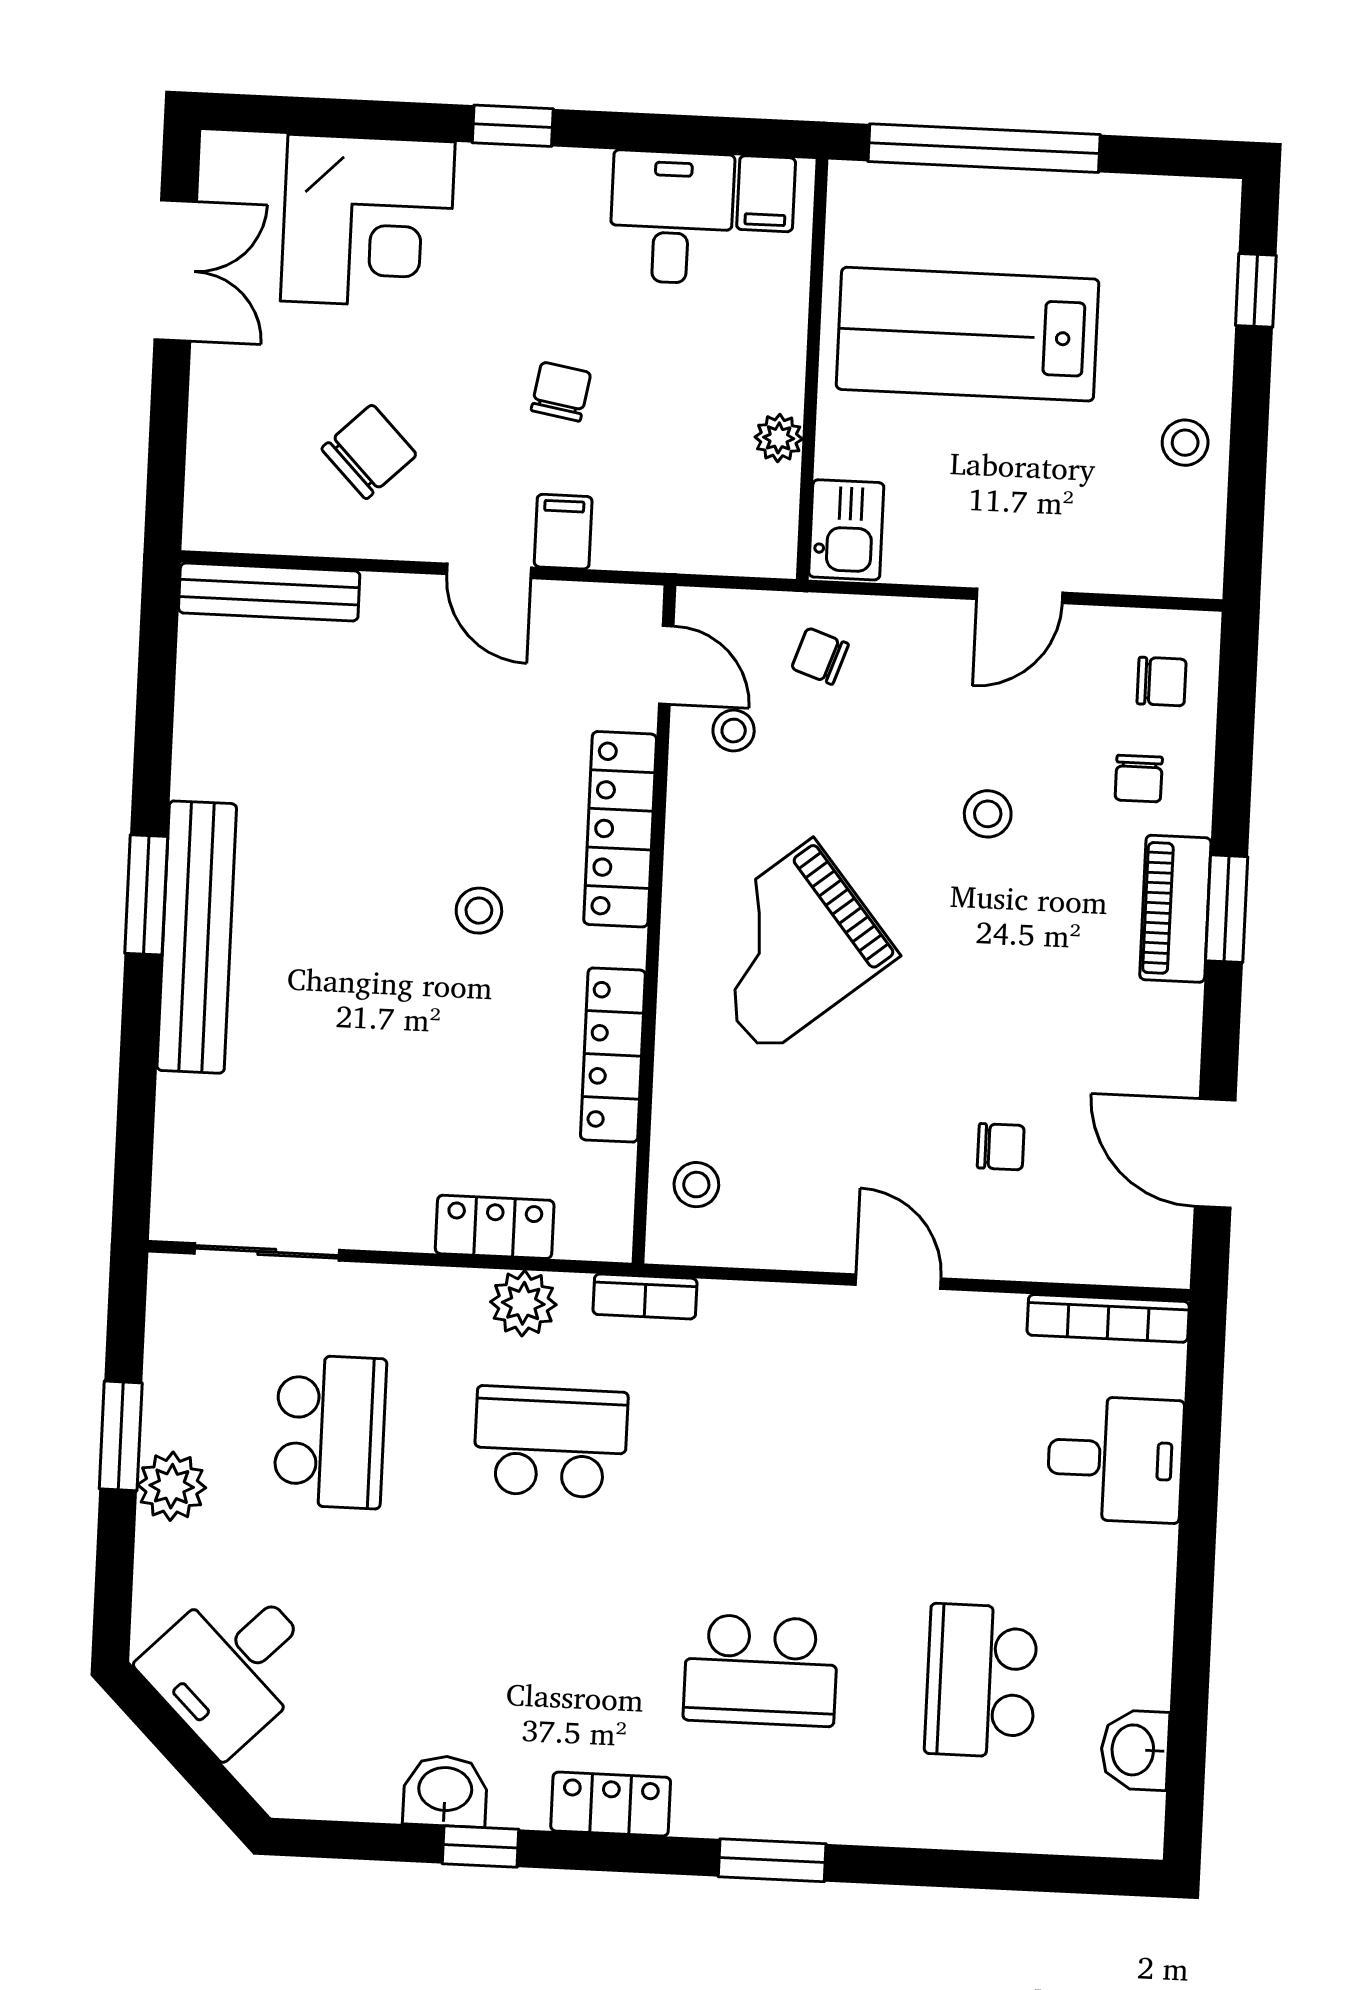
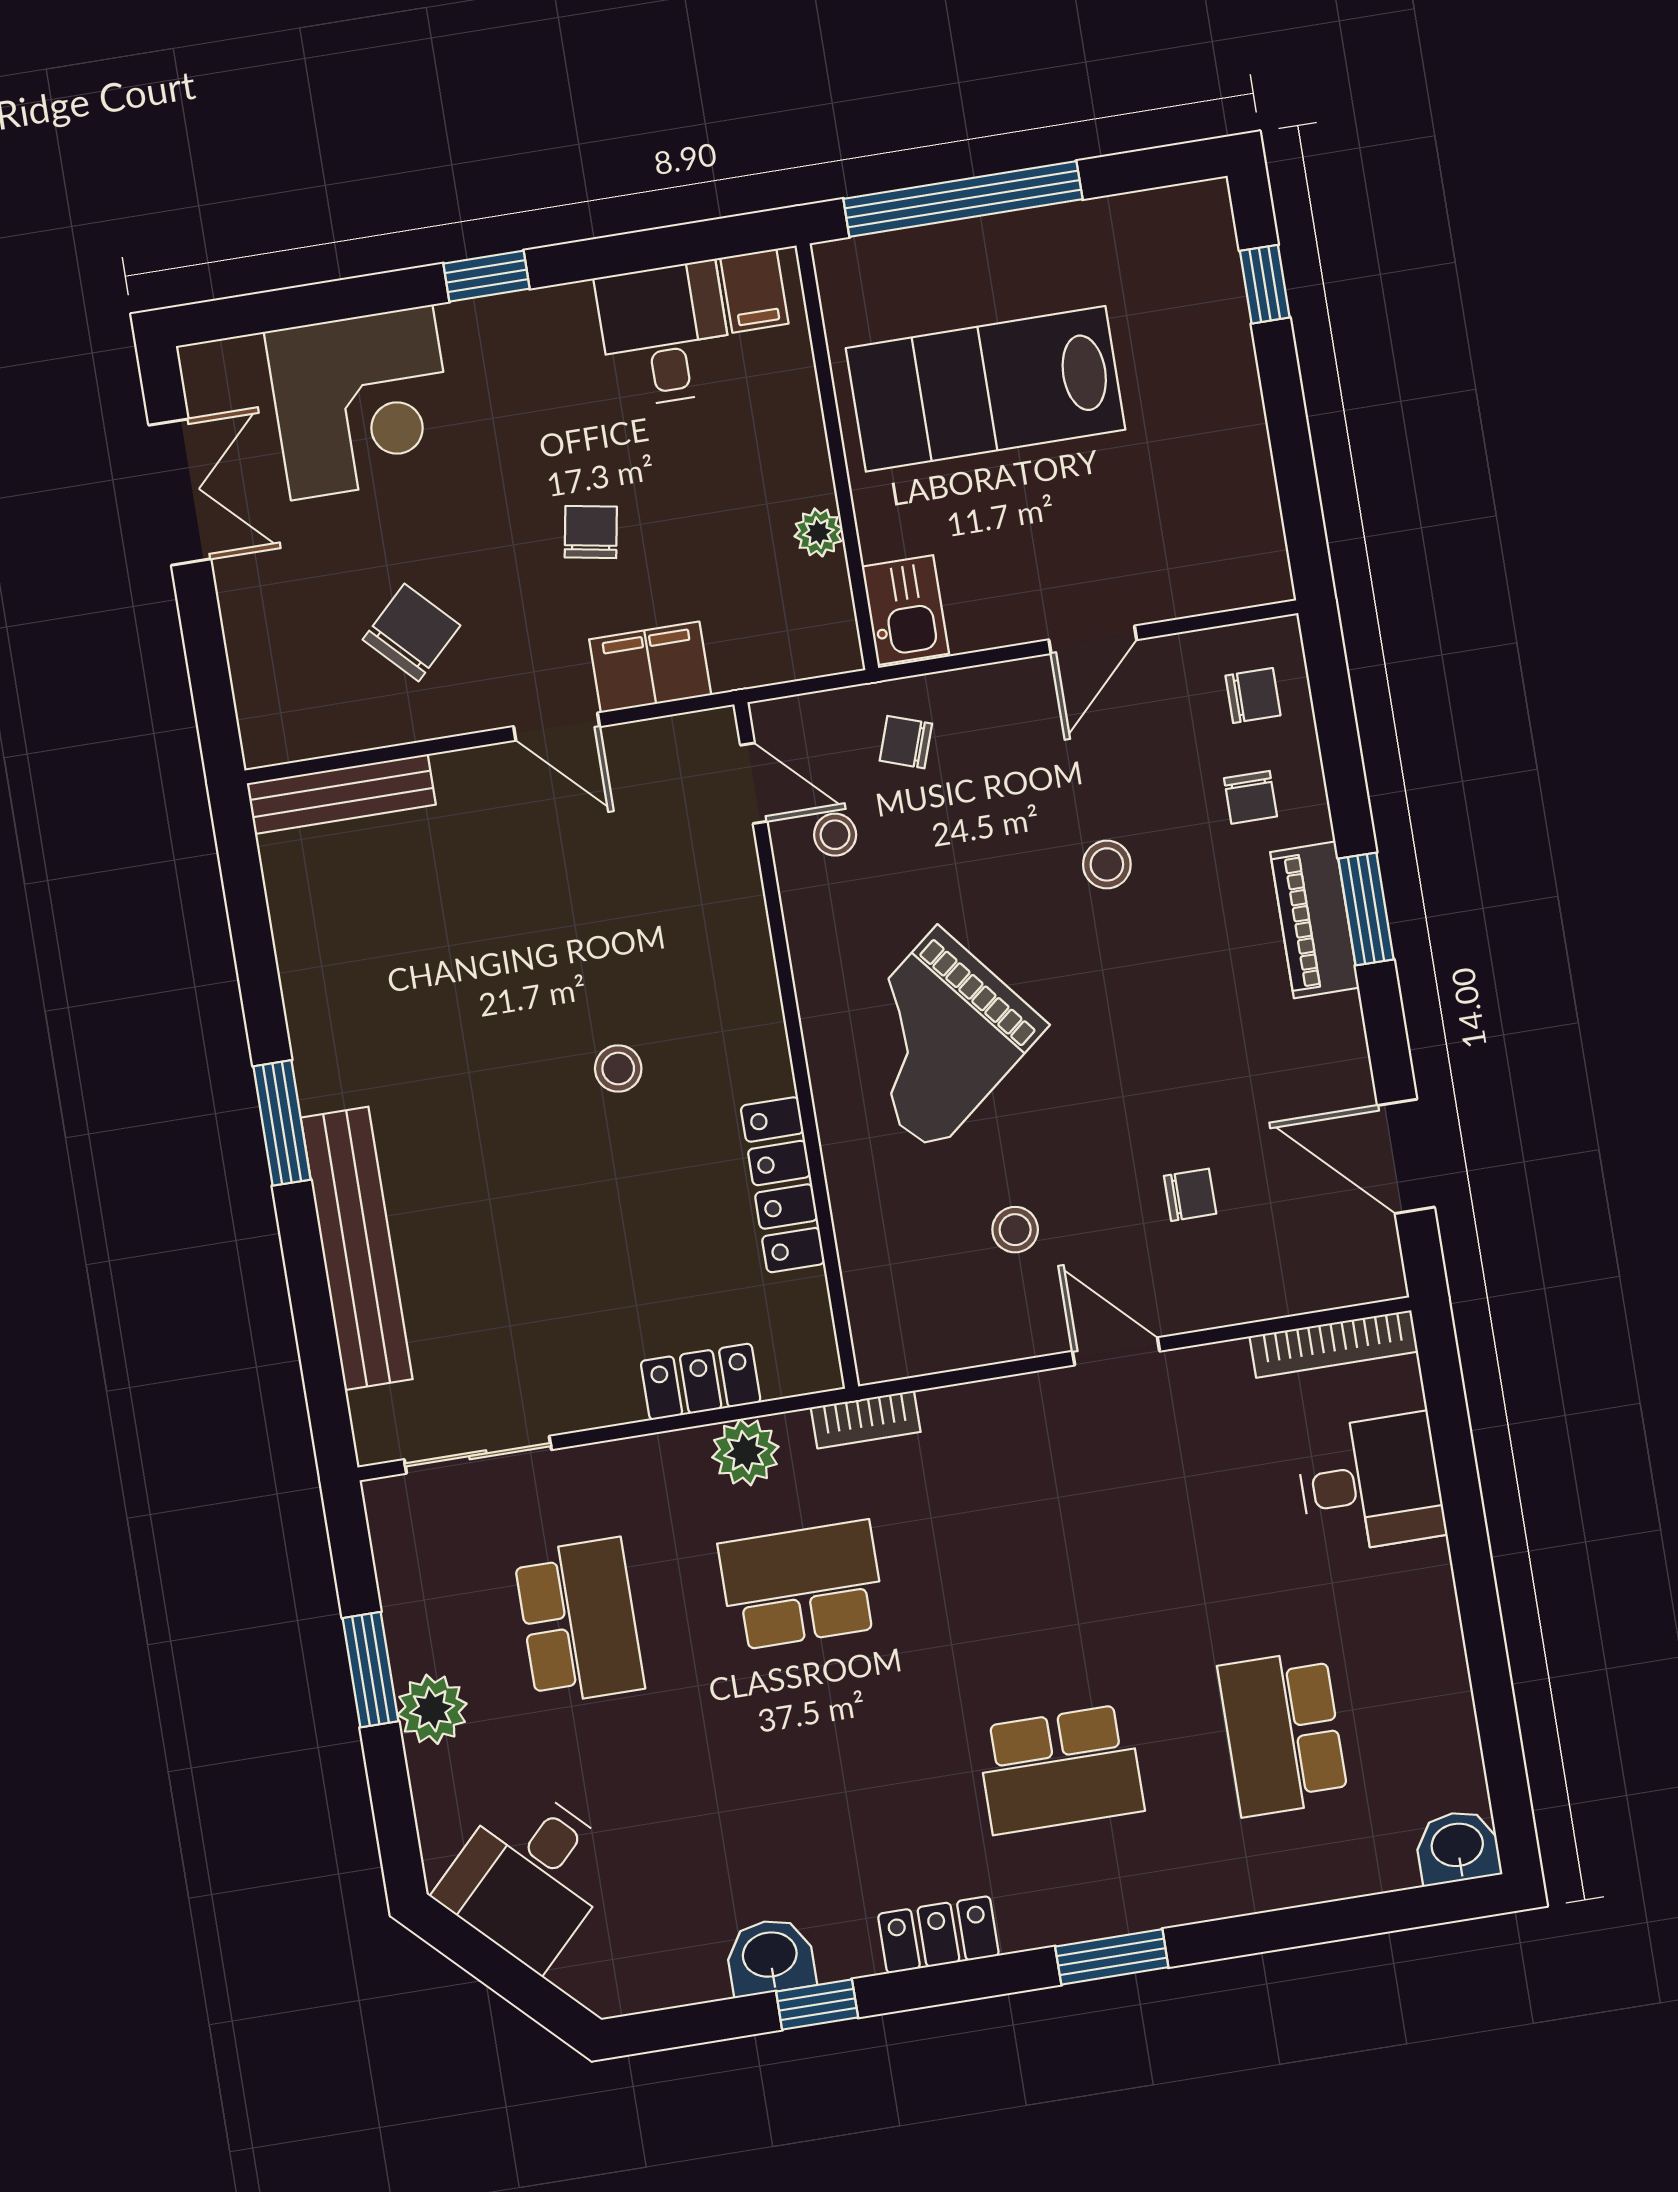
stool: (1185, 443) -> (1226, 451), removed
filing cabinet: (563, 532) -> (650, 667), width x2.00
locker: (620, 829) -> (742, 957), removed
bench: (197, 937) -> (357, 1248), moved
stool: (696, 1185) -> (1015, 1230), moved
washbasin: (1135, 1750) -> (1458, 1847), moved, turned 90

